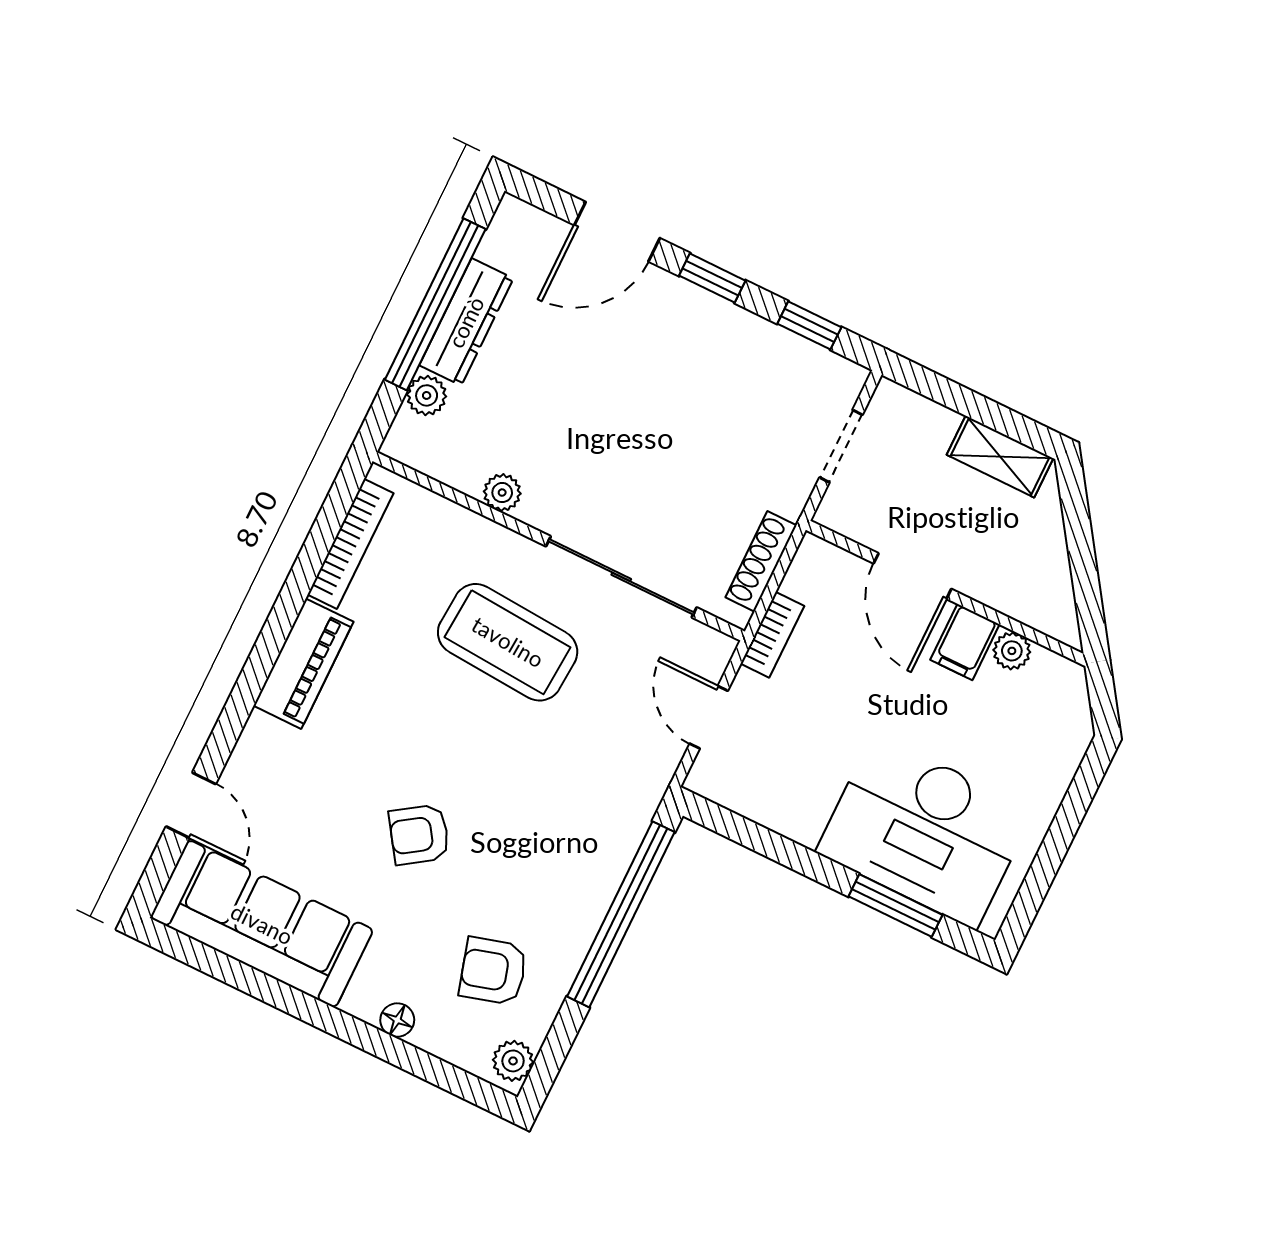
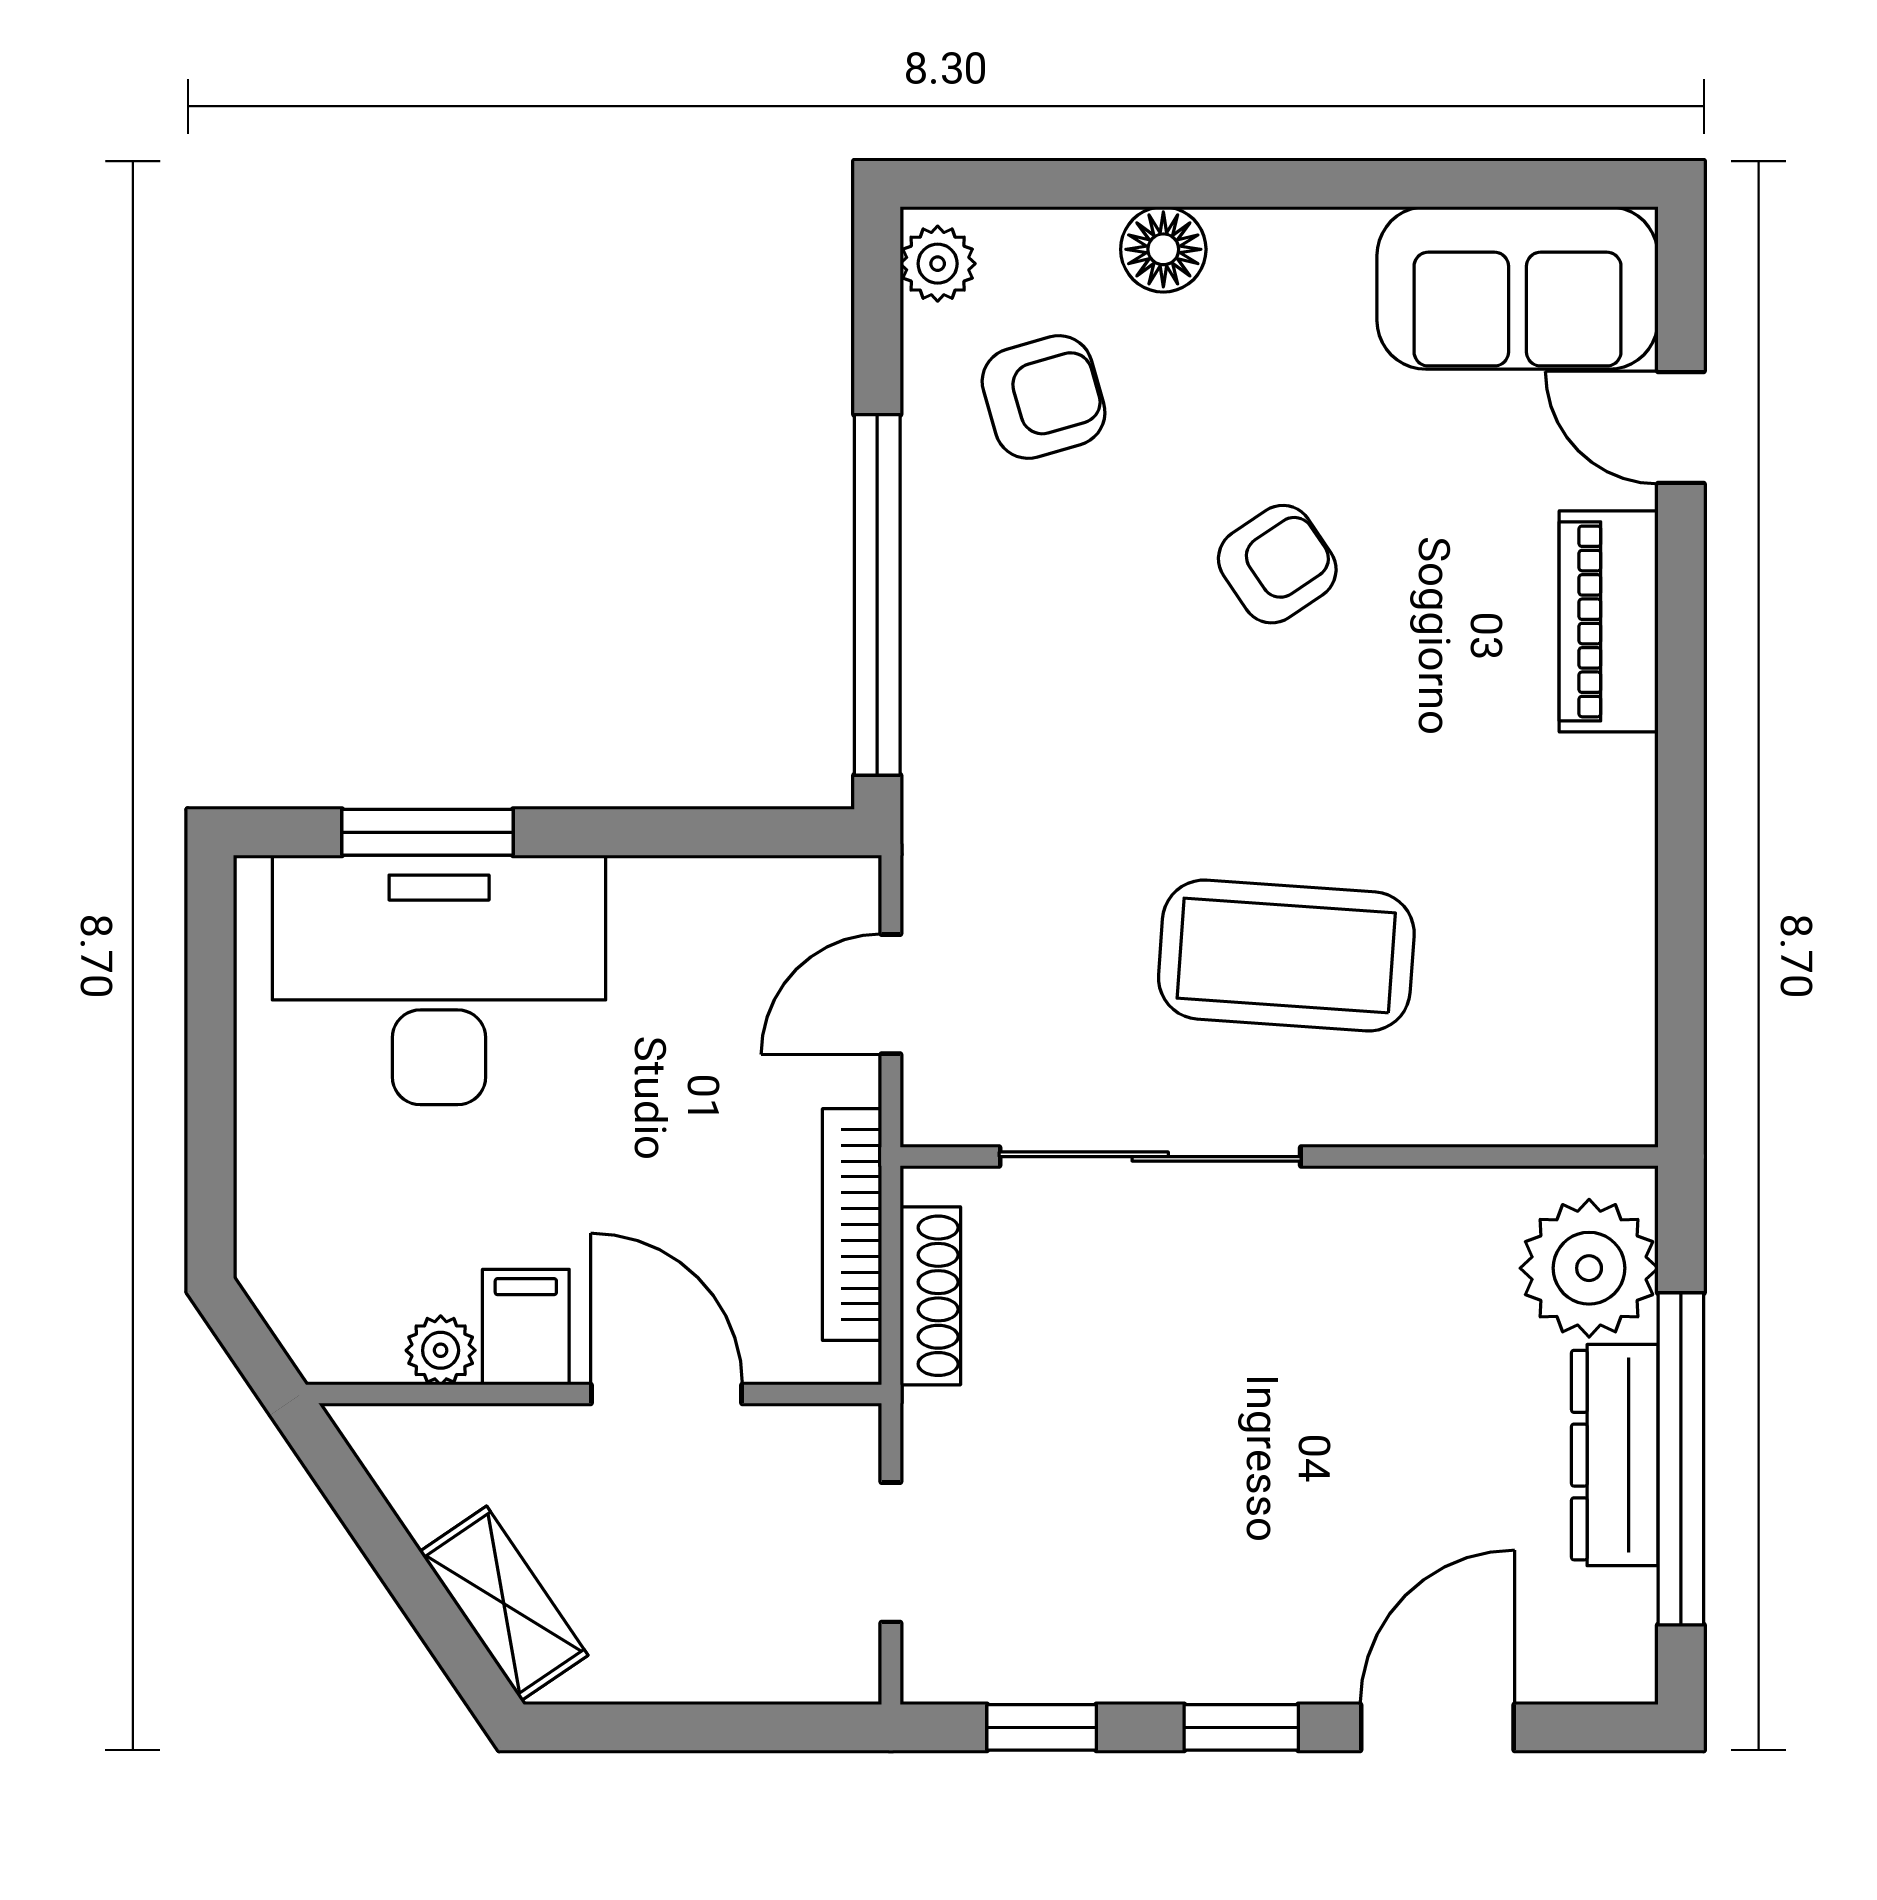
plant: (427, 395) -> (1589, 1268), width x1.88, depth x1.88
shelving: (1000, 457) -> (504, 1603), moved, turned 56
plant: (502, 493) -> (1417, 1200), removed
bookcase: (350, 544) -> (1627, 992), removed
bookcase: (772, 635) -> (852, 1225), width x1.56
piano: (303, 664) -> (1609, 621), moved
door: (709, 717) -> (891, 994), swing flipped
sofa: (262, 924) -> (1518, 288), width x0.73
floor lamp: (397, 1020) -> (1163, 249), width x1.37, depth x1.37

